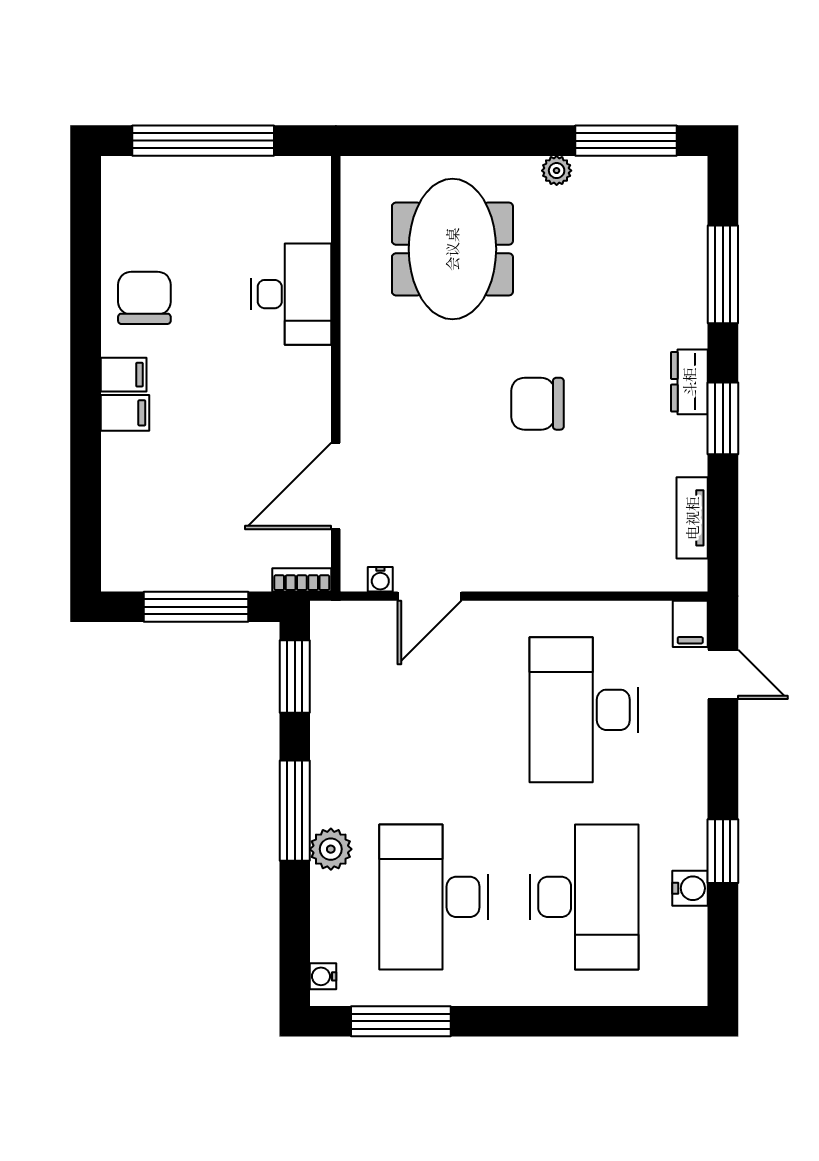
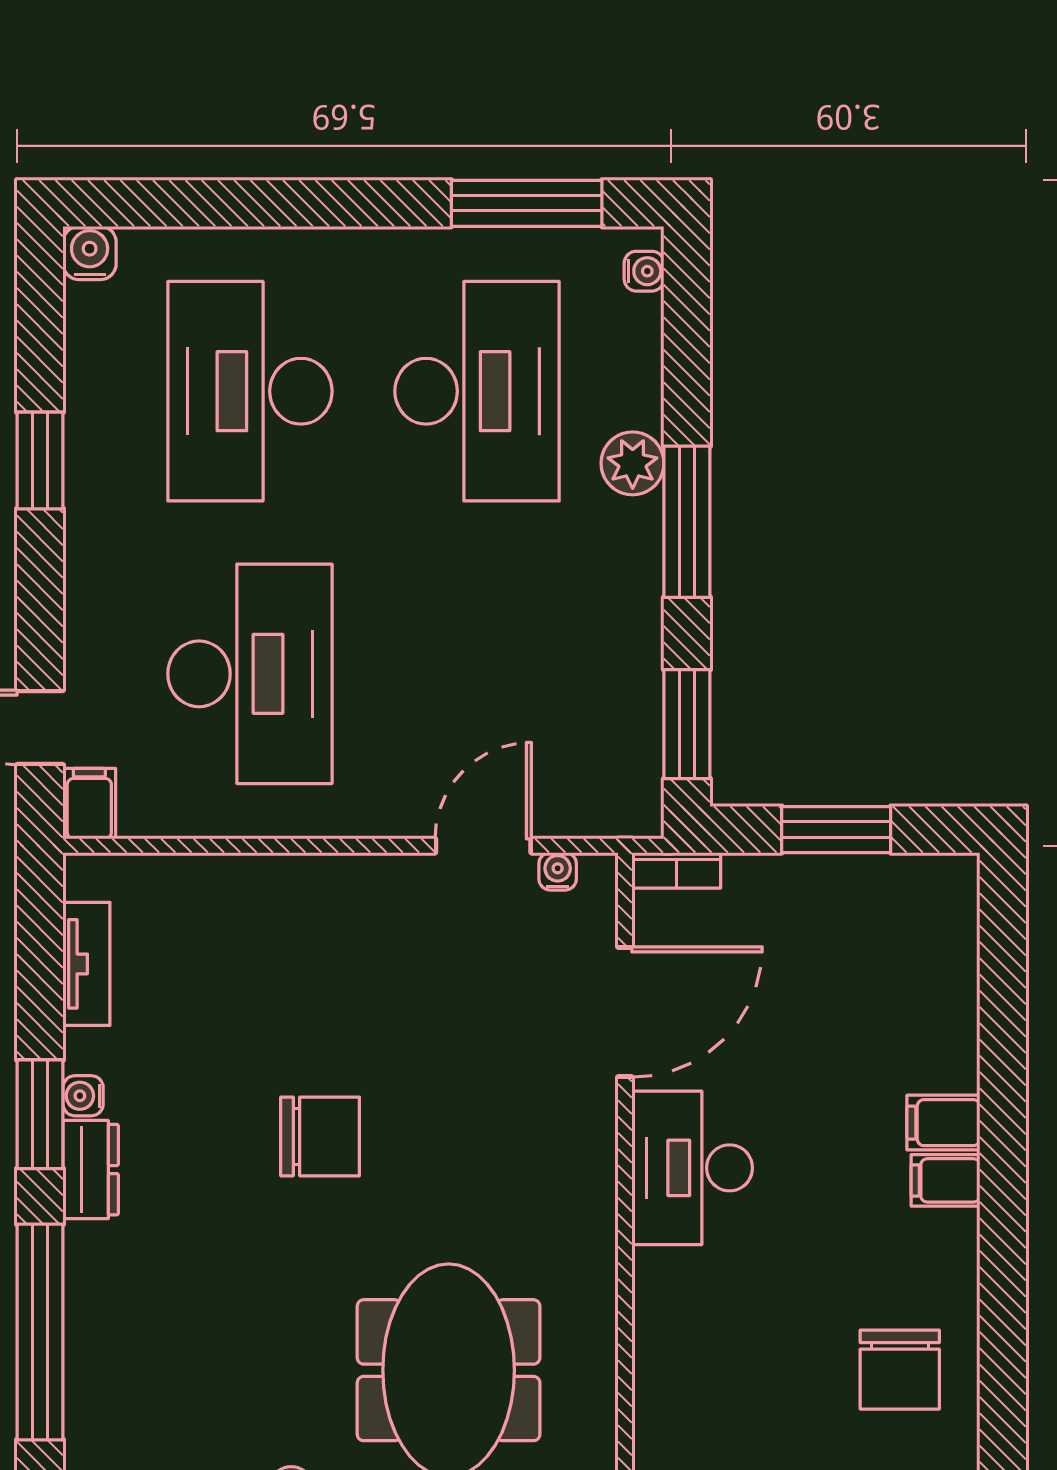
window: (723, 274) -> (40, 1332), width x1.46
desk: (291, 294) -> (692, 1168), moved
chair: (144, 298) -> (900, 1370), moved
water cooler: (694, 431) -> (83, 1096), added
window: (196, 607) -> (836, 830), width x0.69
water cooler: (690, 888) -> (90, 253), moved, turned 90

